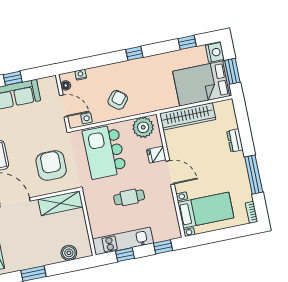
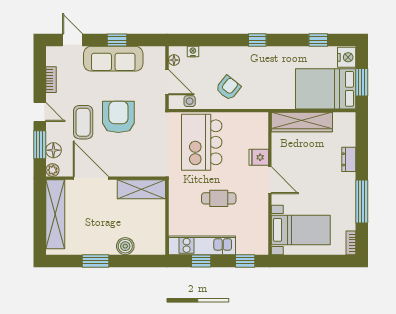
plant: (143, 127) -> (250, 124), removed
armchair: (51, 165) -> (118, 117), moved
boiler: (69, 253) -> (125, 246), moved

